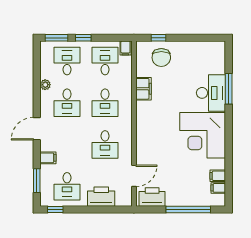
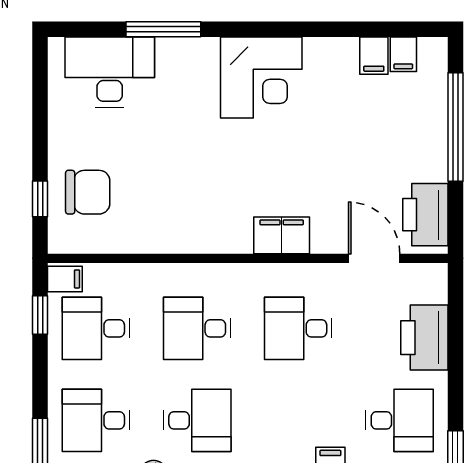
window: (83, 38) -> (40, 315), moved
filing cabinet: (144, 89) -> (282, 235), moved
desk: (211, 93) -> (110, 72), moved
desk: (105, 103) -> (197, 328), turned 180
corner desk: (203, 135) -> (261, 78), width x0.74, depth x0.74
desk: (105, 145) -> (298, 328), turned 180

